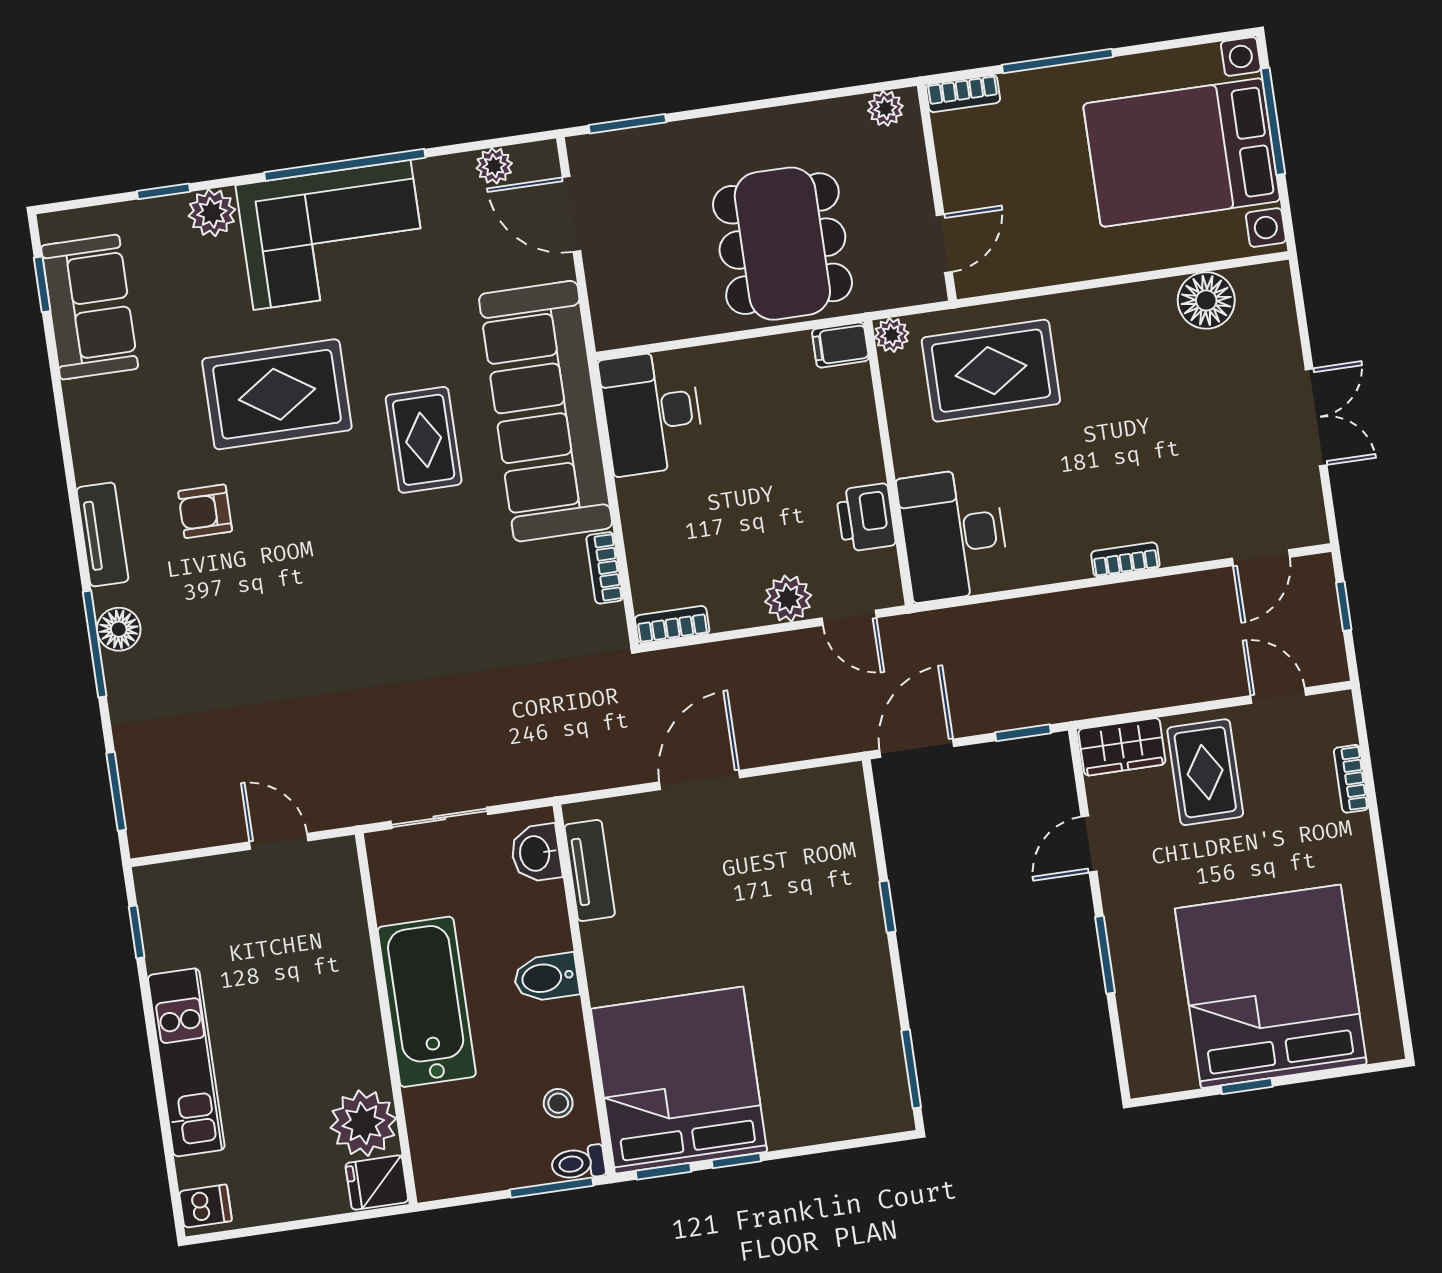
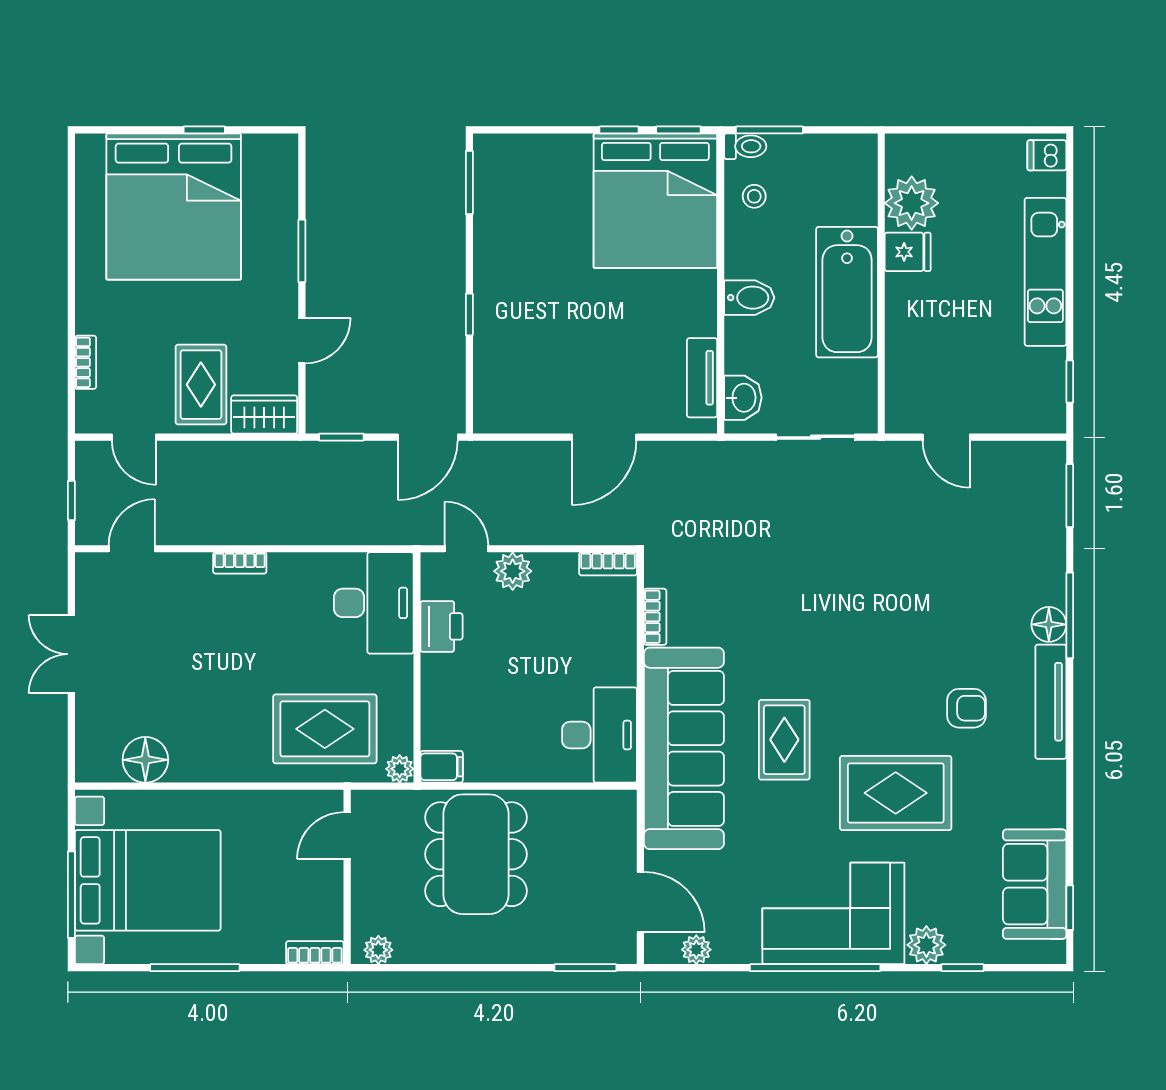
window: (1058, 61) -> (195, 968), moved
tv unit: (102, 534) -> (1051, 702), width x1.41
fridge: (377, 1183) -> (908, 252), moved

